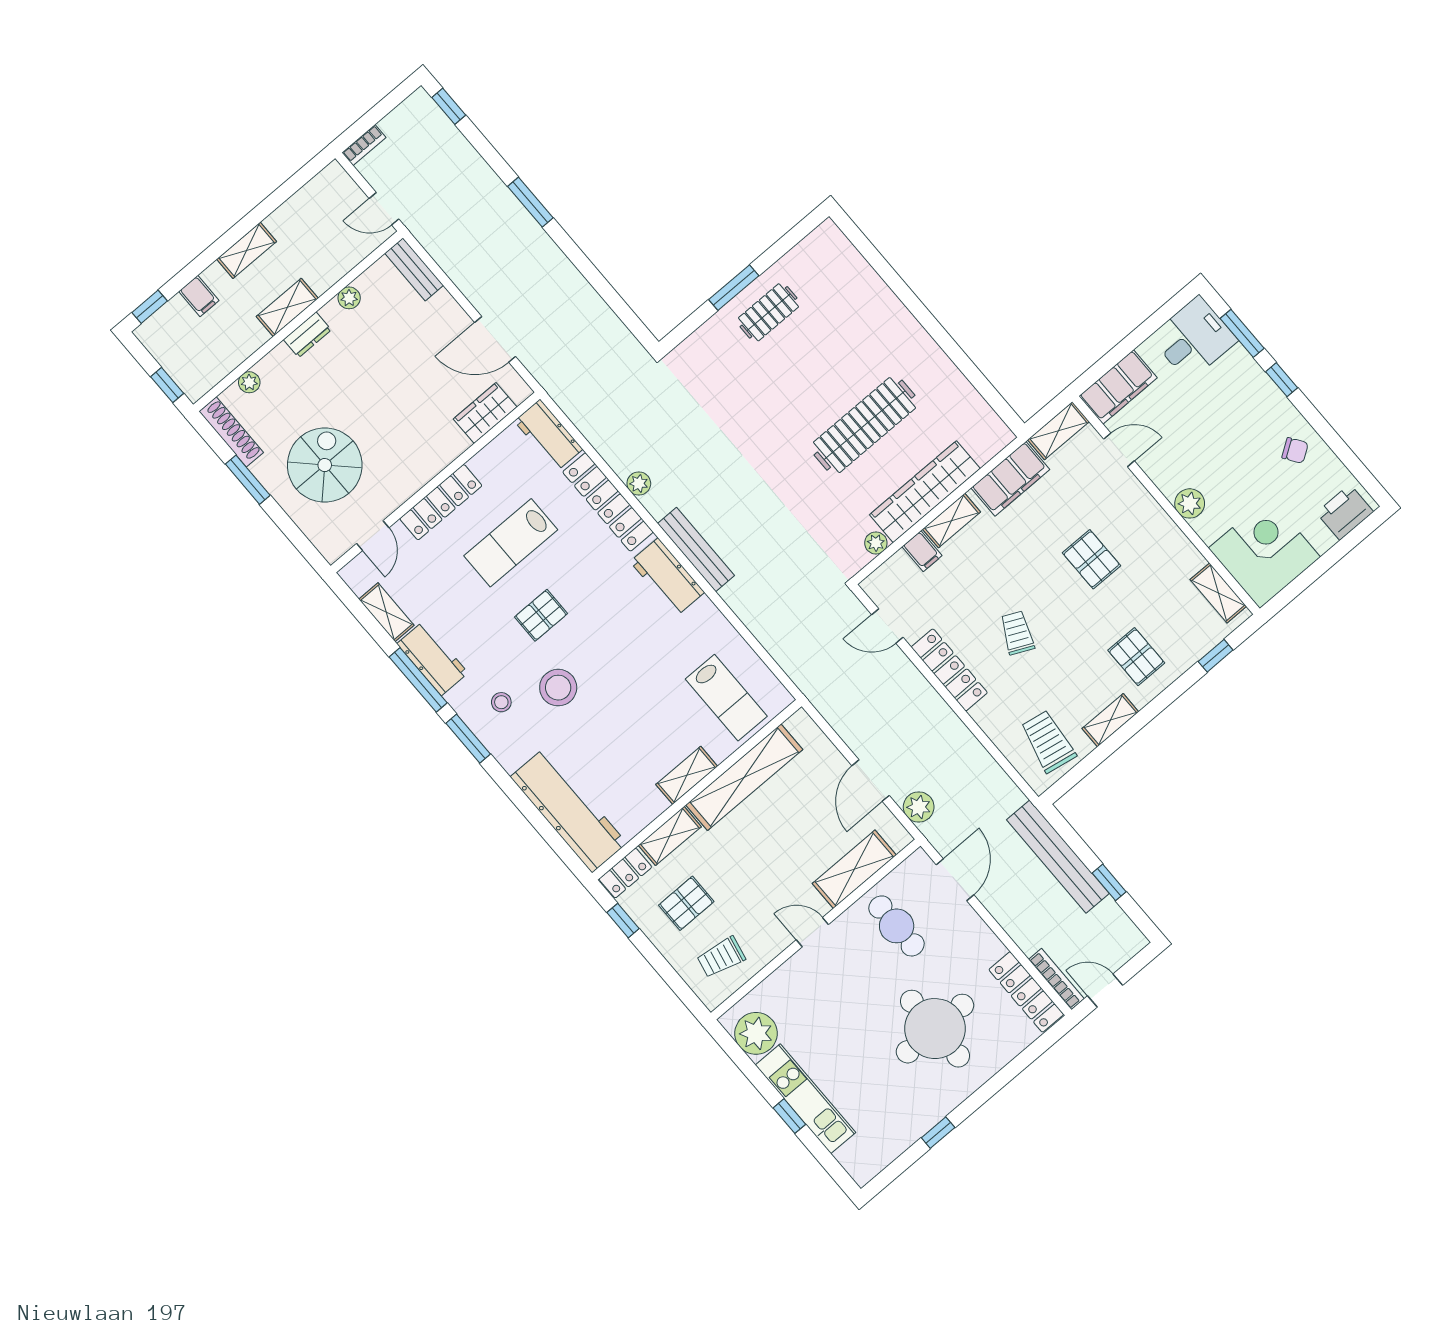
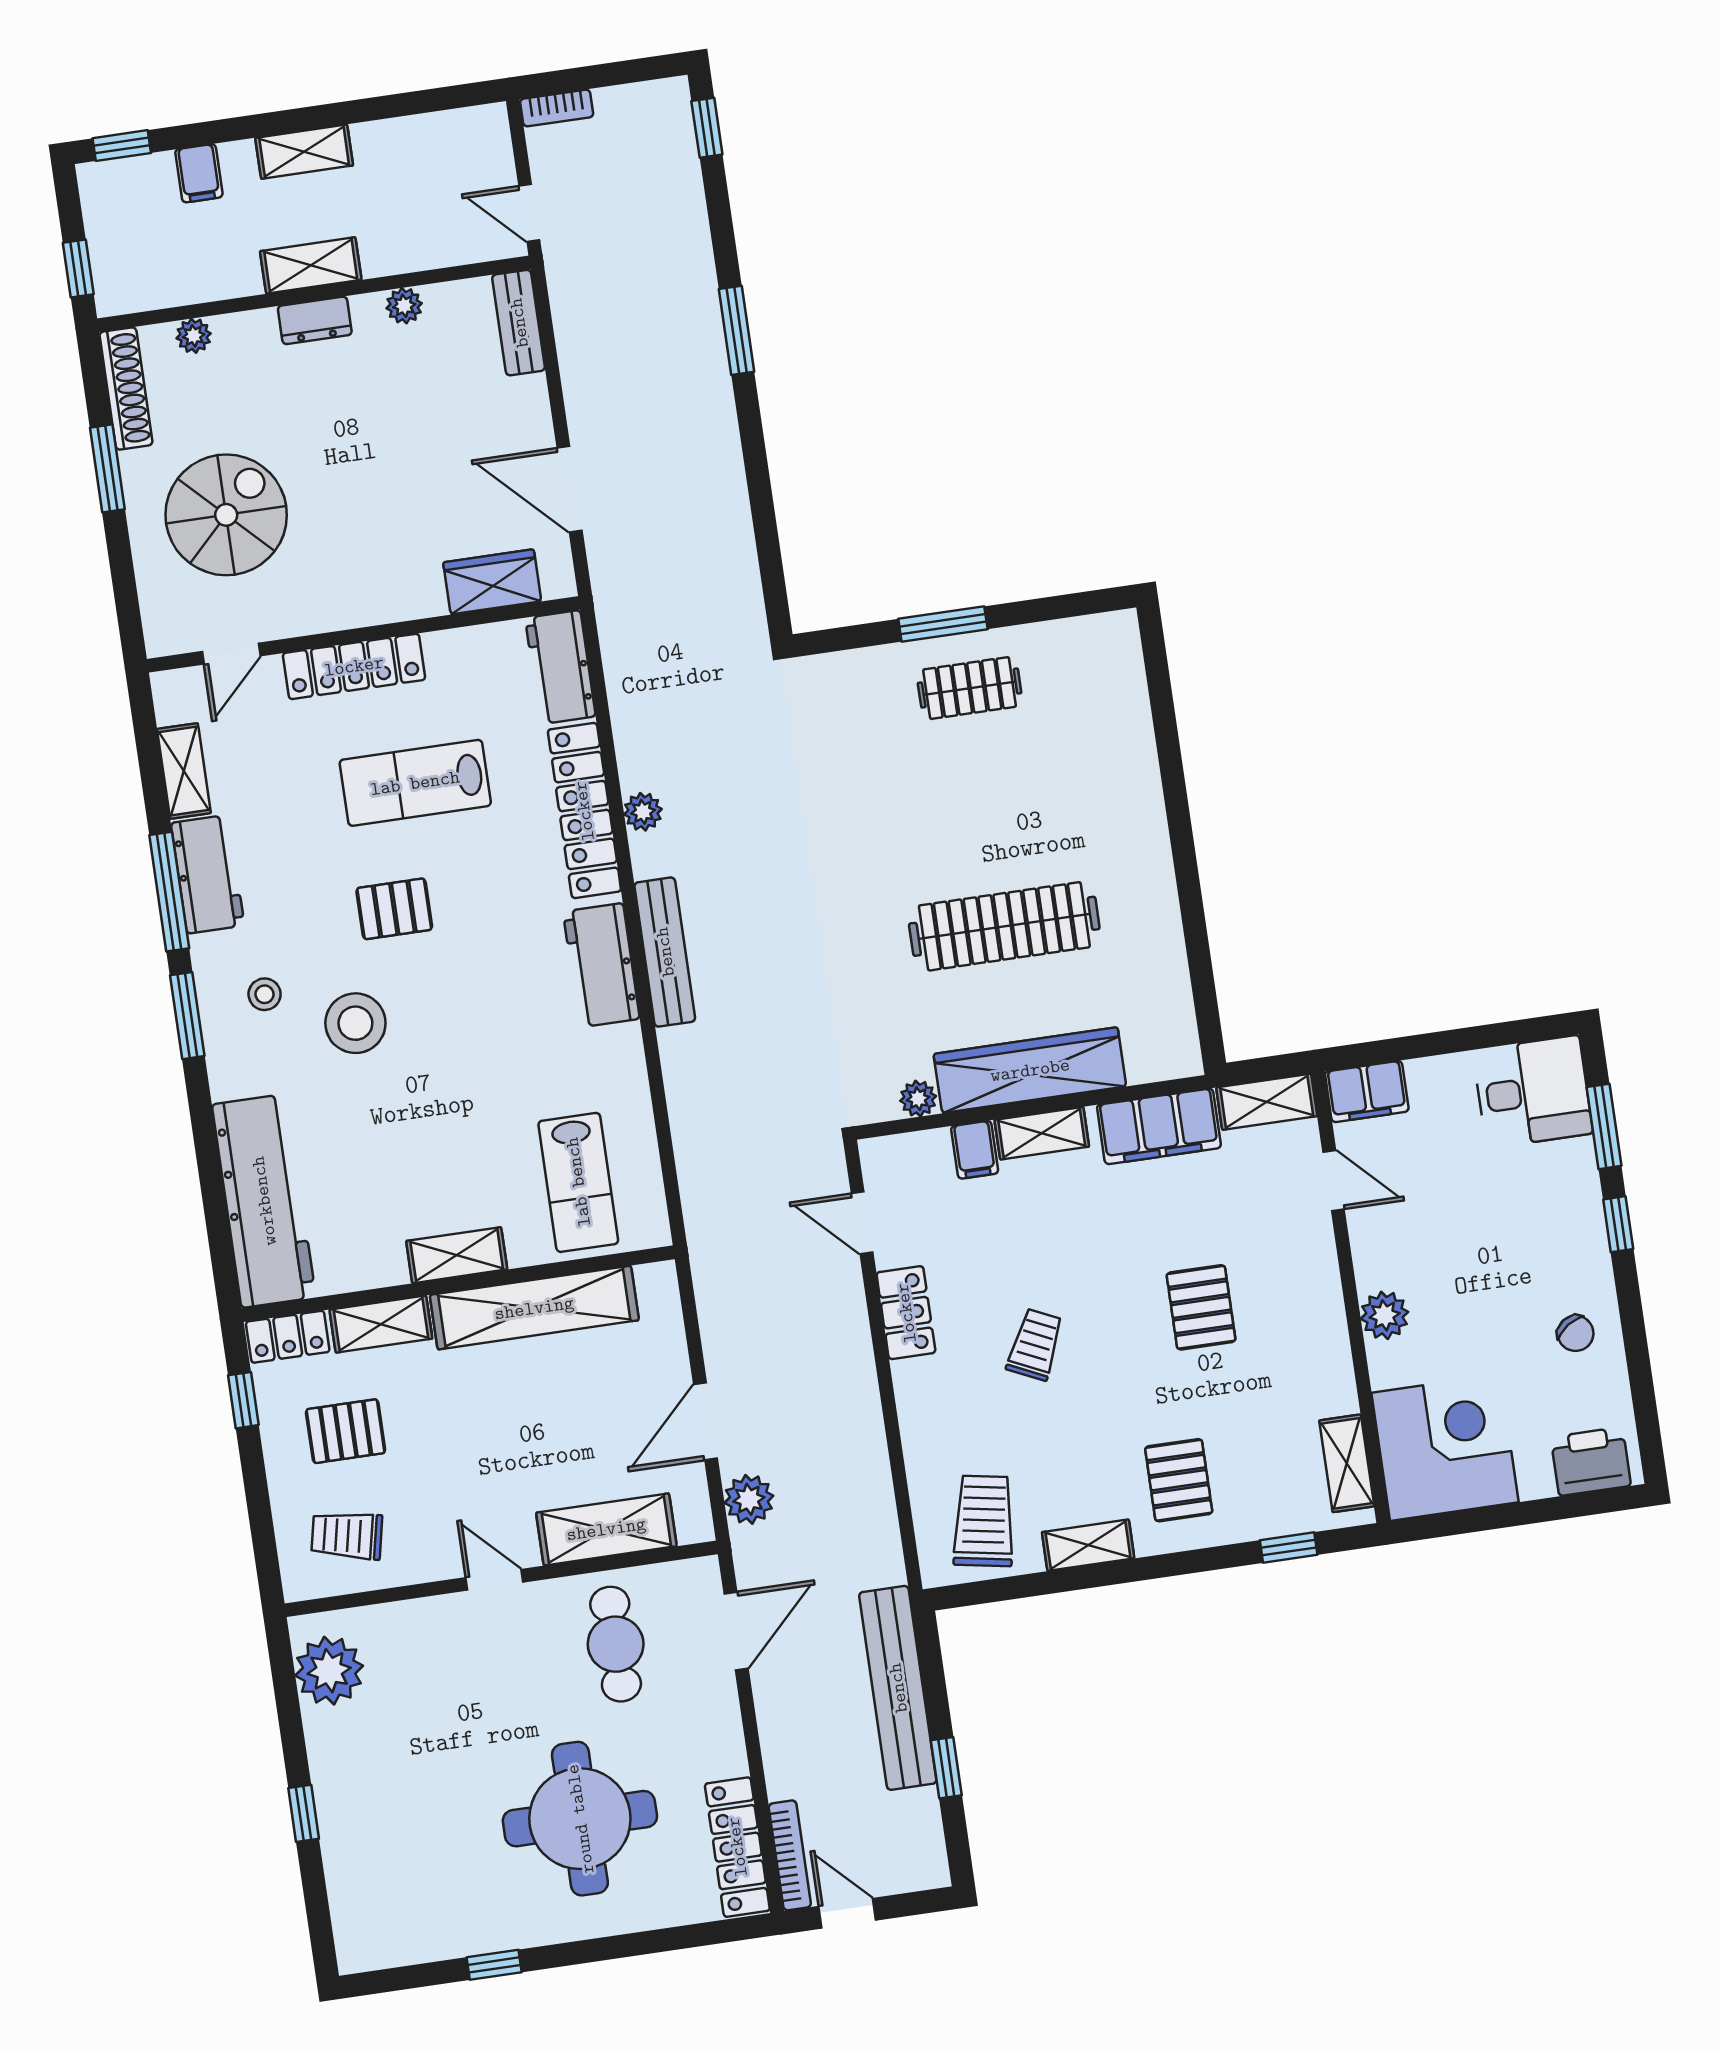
filing cabinet: (1118, 387) -> (1367, 1092), width x0.67, depth x0.86
locker: (949, 670) -> (906, 1313), width x0.66
kitchen unit: (805, 1099) -> (341, 1803), removed

